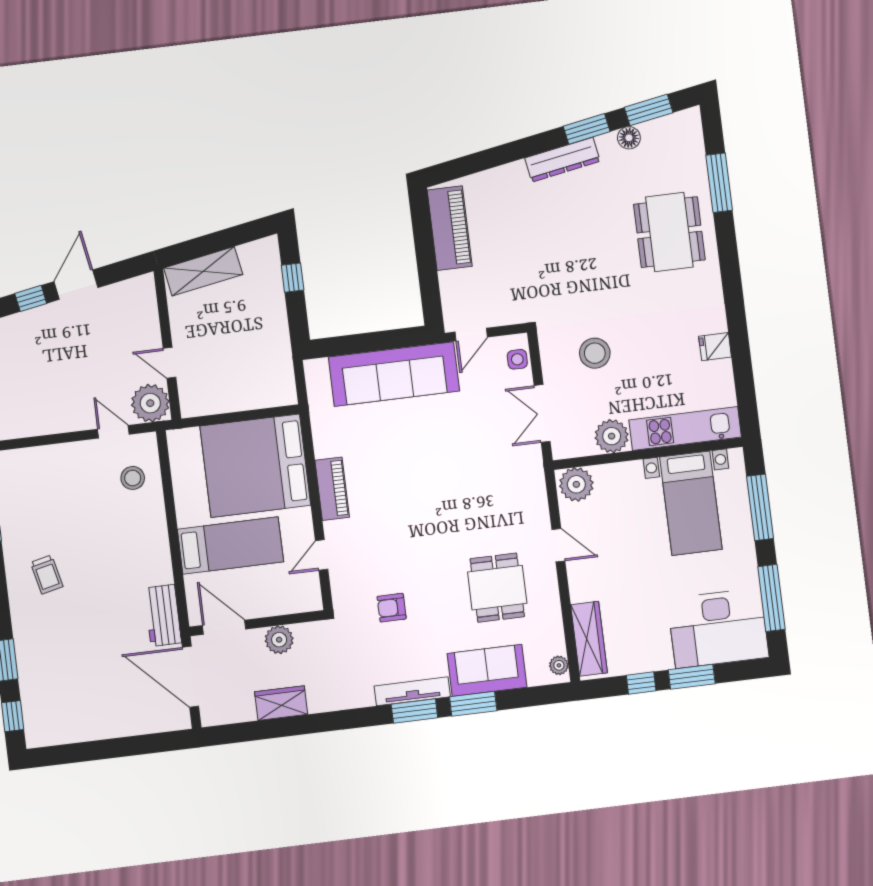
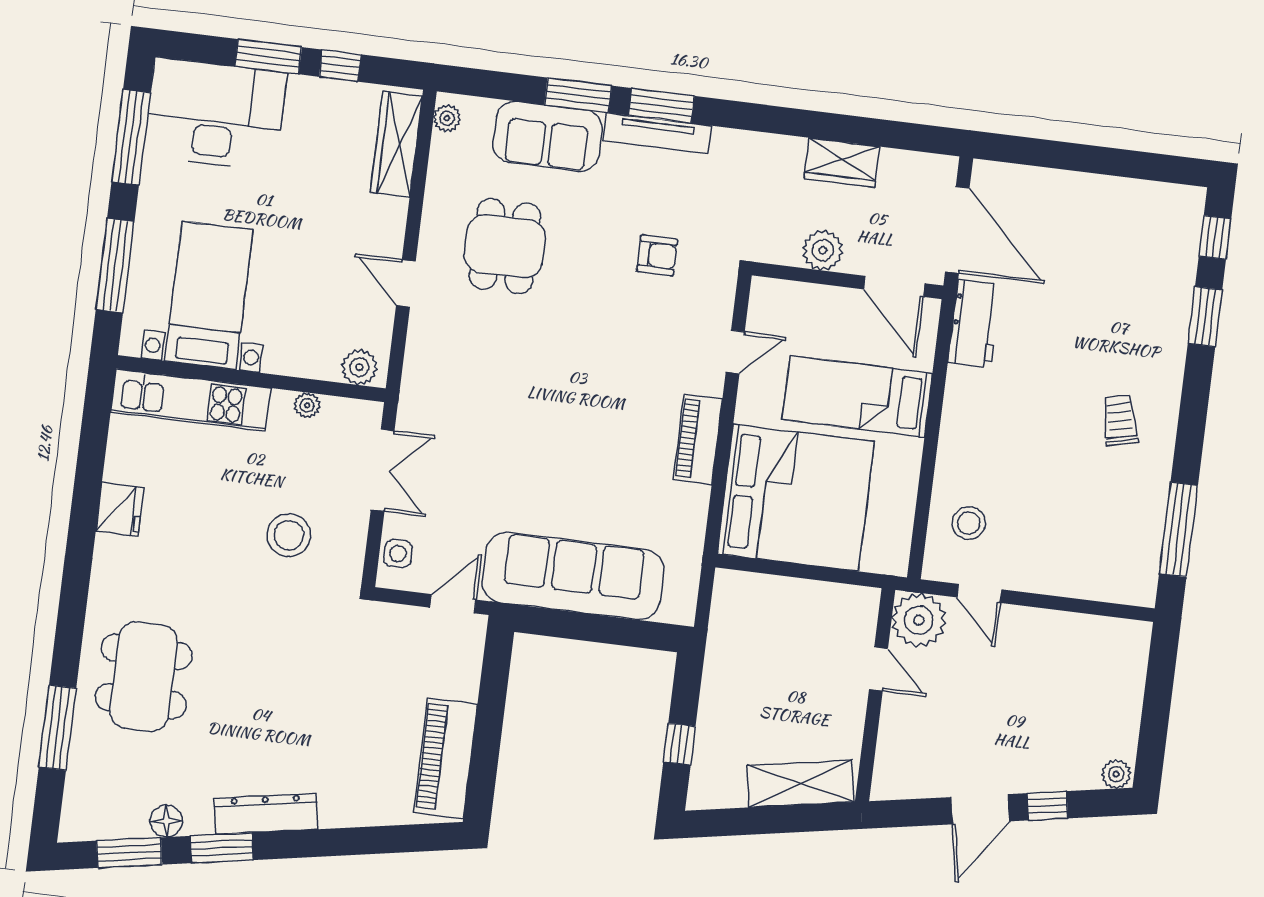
fridge: (715, 347) -> (120, 509), width x1.38
plant: (612, 436) -> (307, 405), width x0.53, depth x0.53
plant: (576, 484) -> (359, 367), width x0.73, depth x0.73

